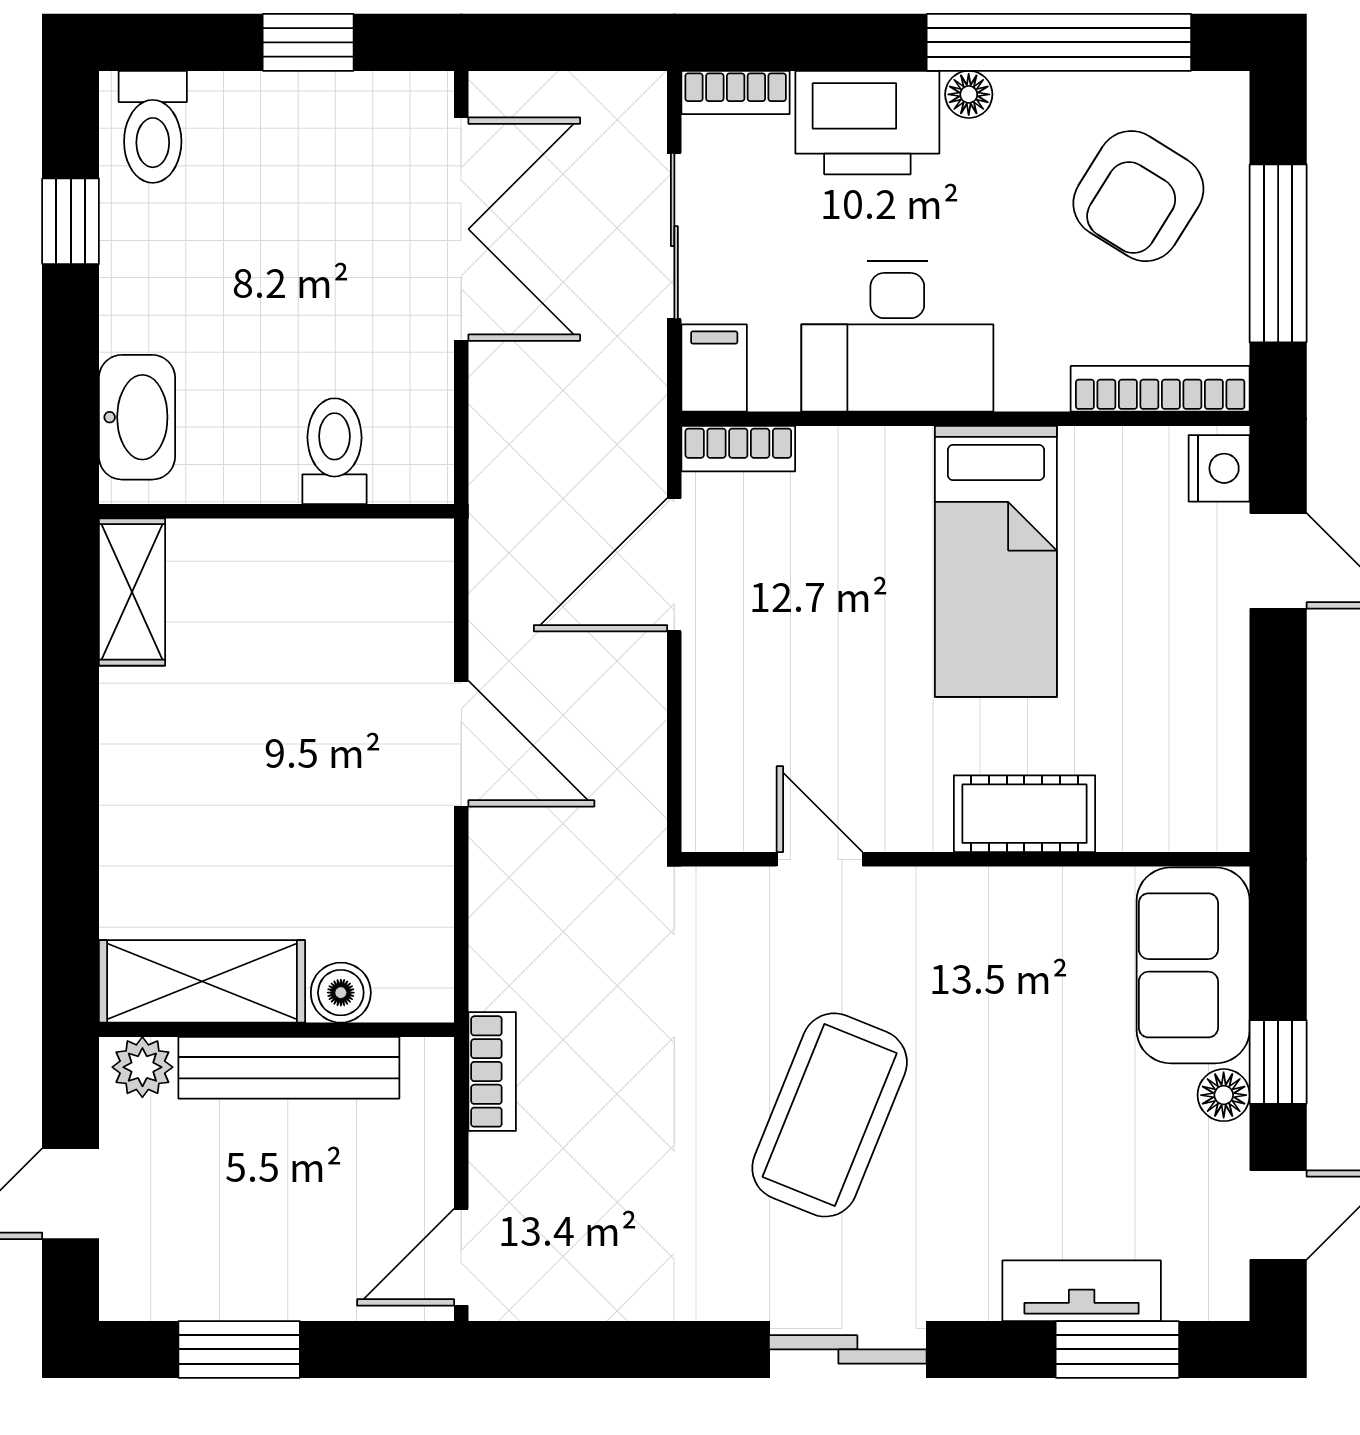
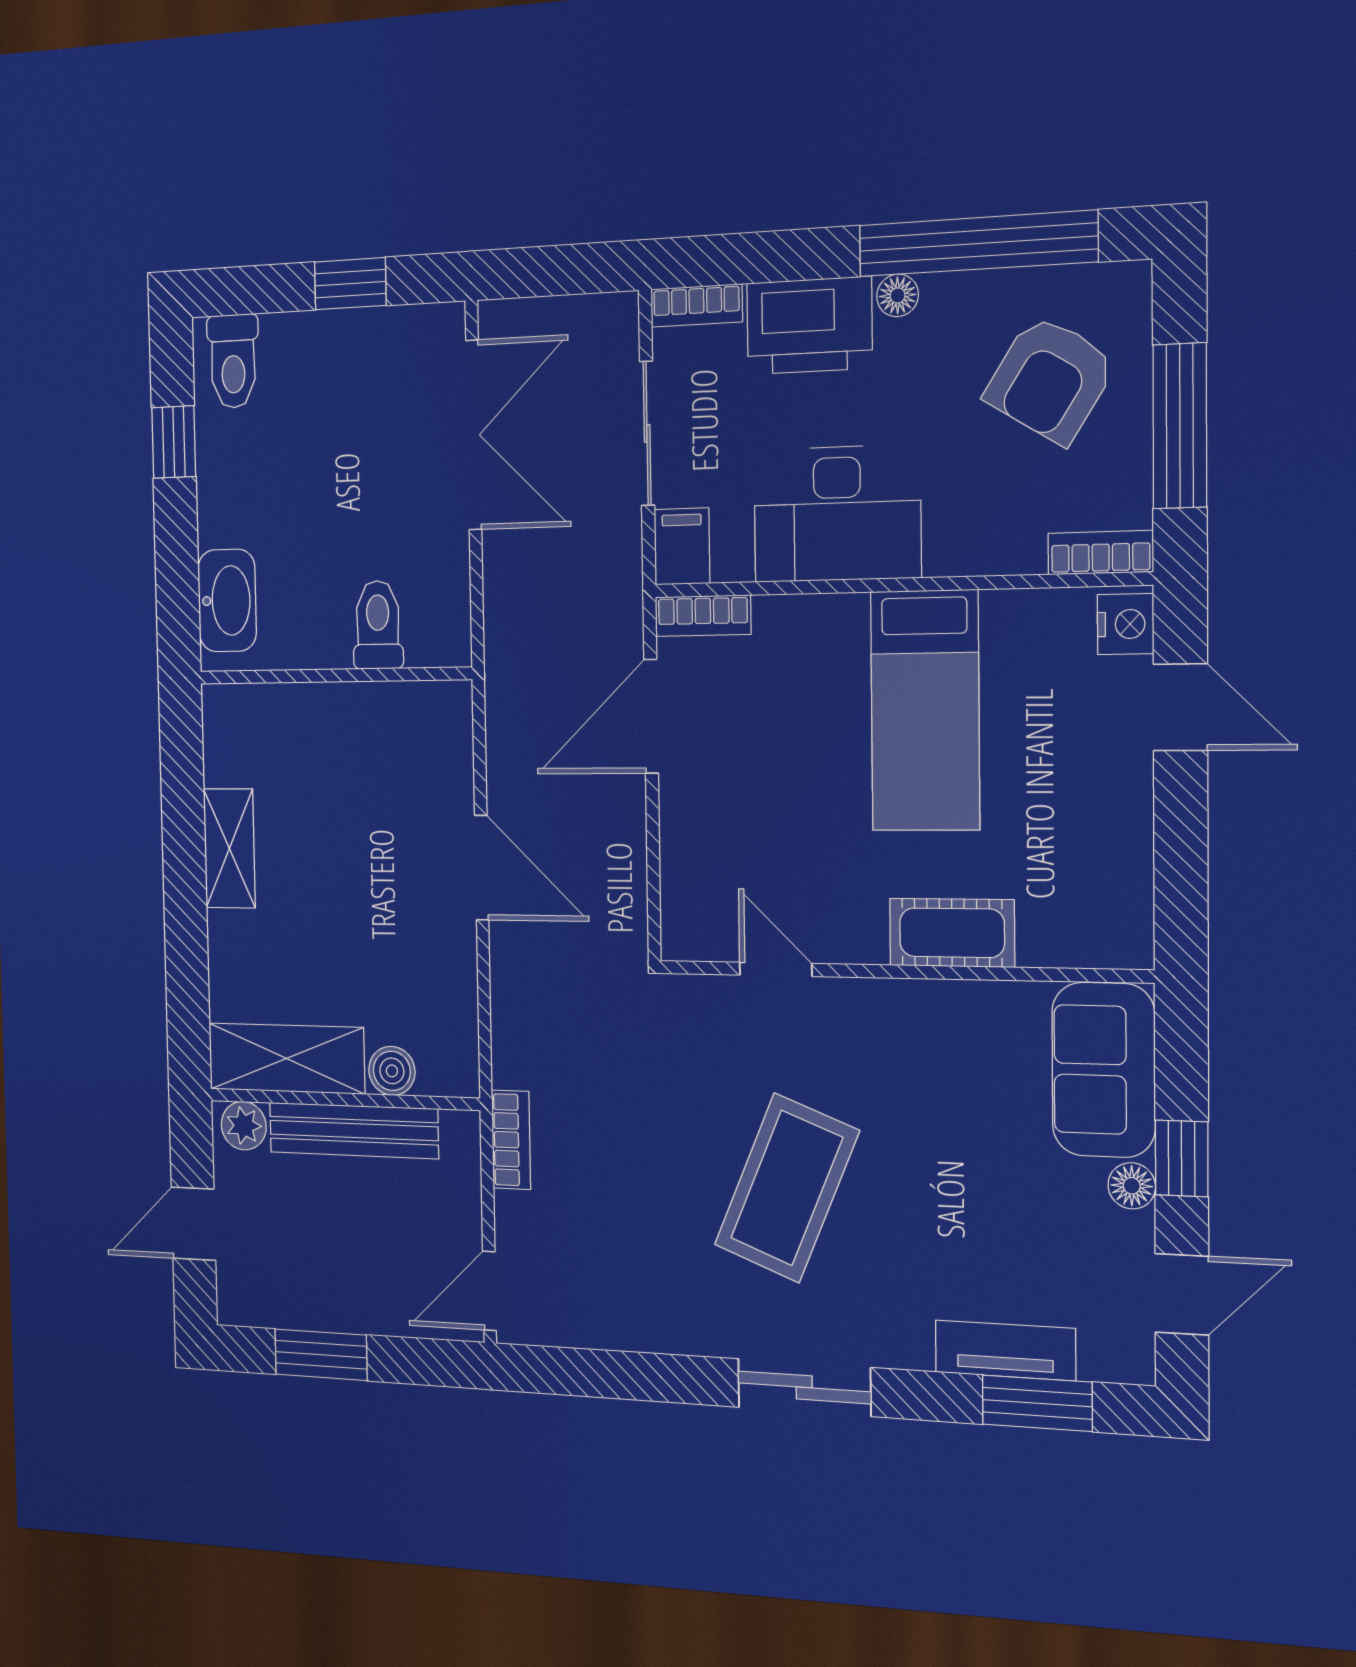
bookcase: (1160, 389) -> (1101, 553), width x0.64
shelving: (132, 592) -> (229, 848), moved

